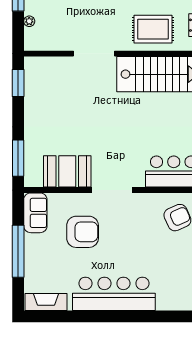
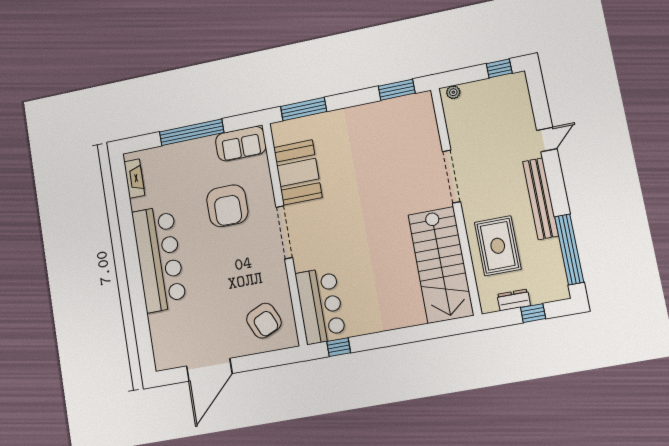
plant: (29, 21) -> (453, 92), moved
fireplace: (46, 302) -> (134, 179), width x0.73, depth x0.76

